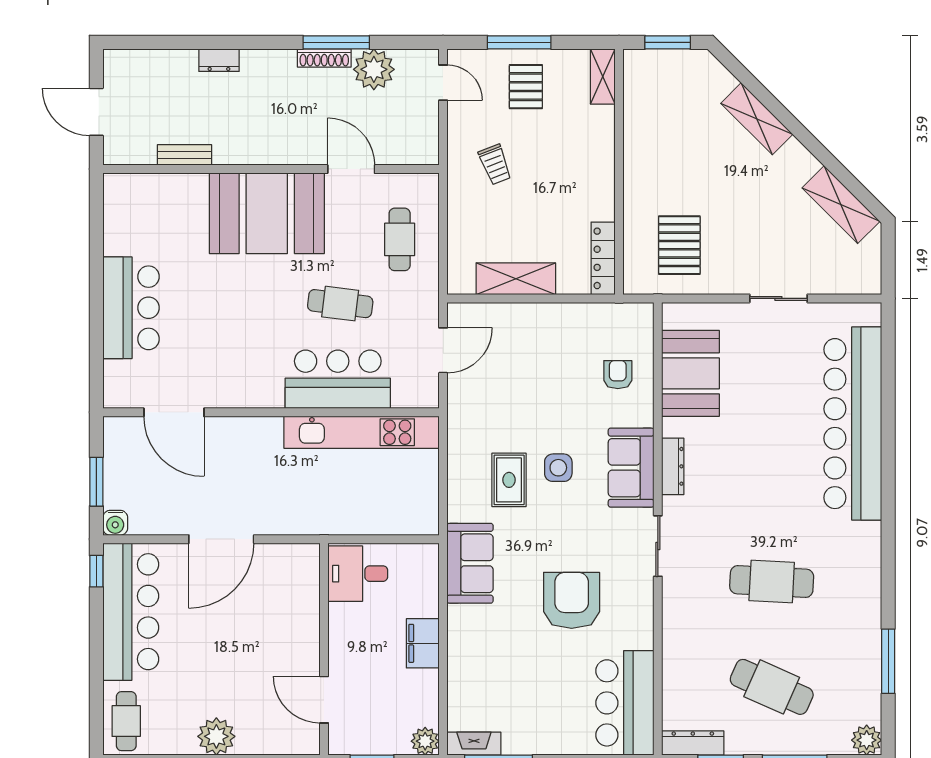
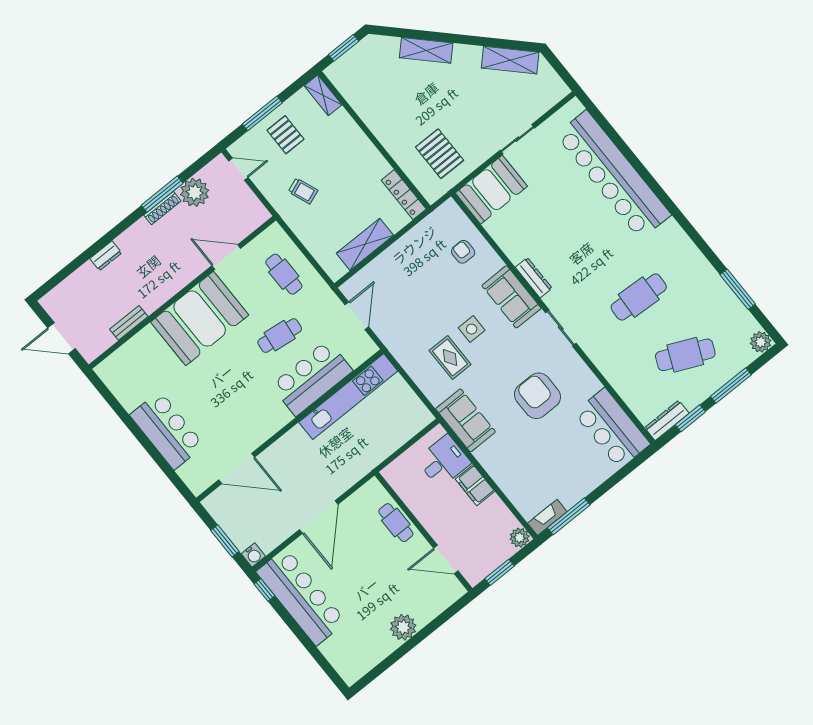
booth: (690, 373) -> (491, 190), moved, turned 90
desk: (358, 574) -> (444, 461), moved, turned 180
cafe table: (126, 721) -> (396, 523), moved

